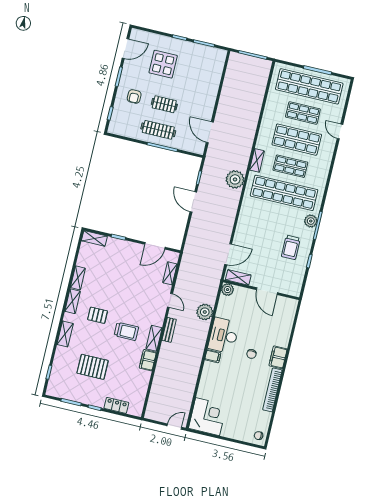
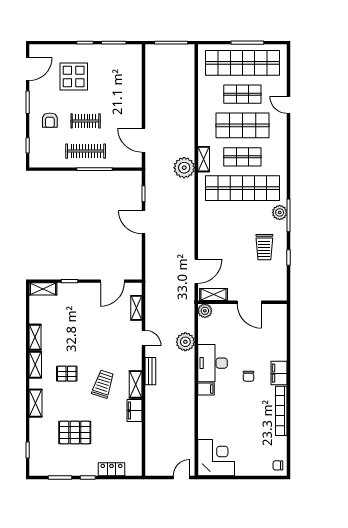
plant: (235, 179) -> (184, 168), moved
trolley: (126, 331) -> (103, 384), turned -72

